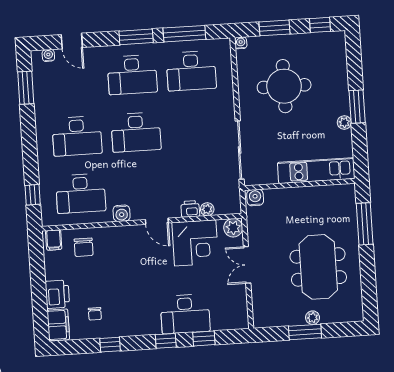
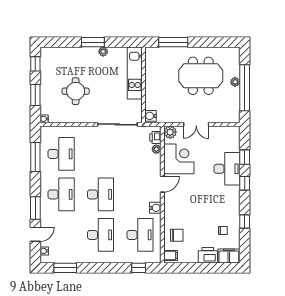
window: (136, 37) -> (35, 208), moved
round table: (284, 86) -> (76, 91), width x0.73, depth x0.73
printer: (190, 209) -> (155, 138), moved
window: (305, 332) -> (245, 88), width x2.11

